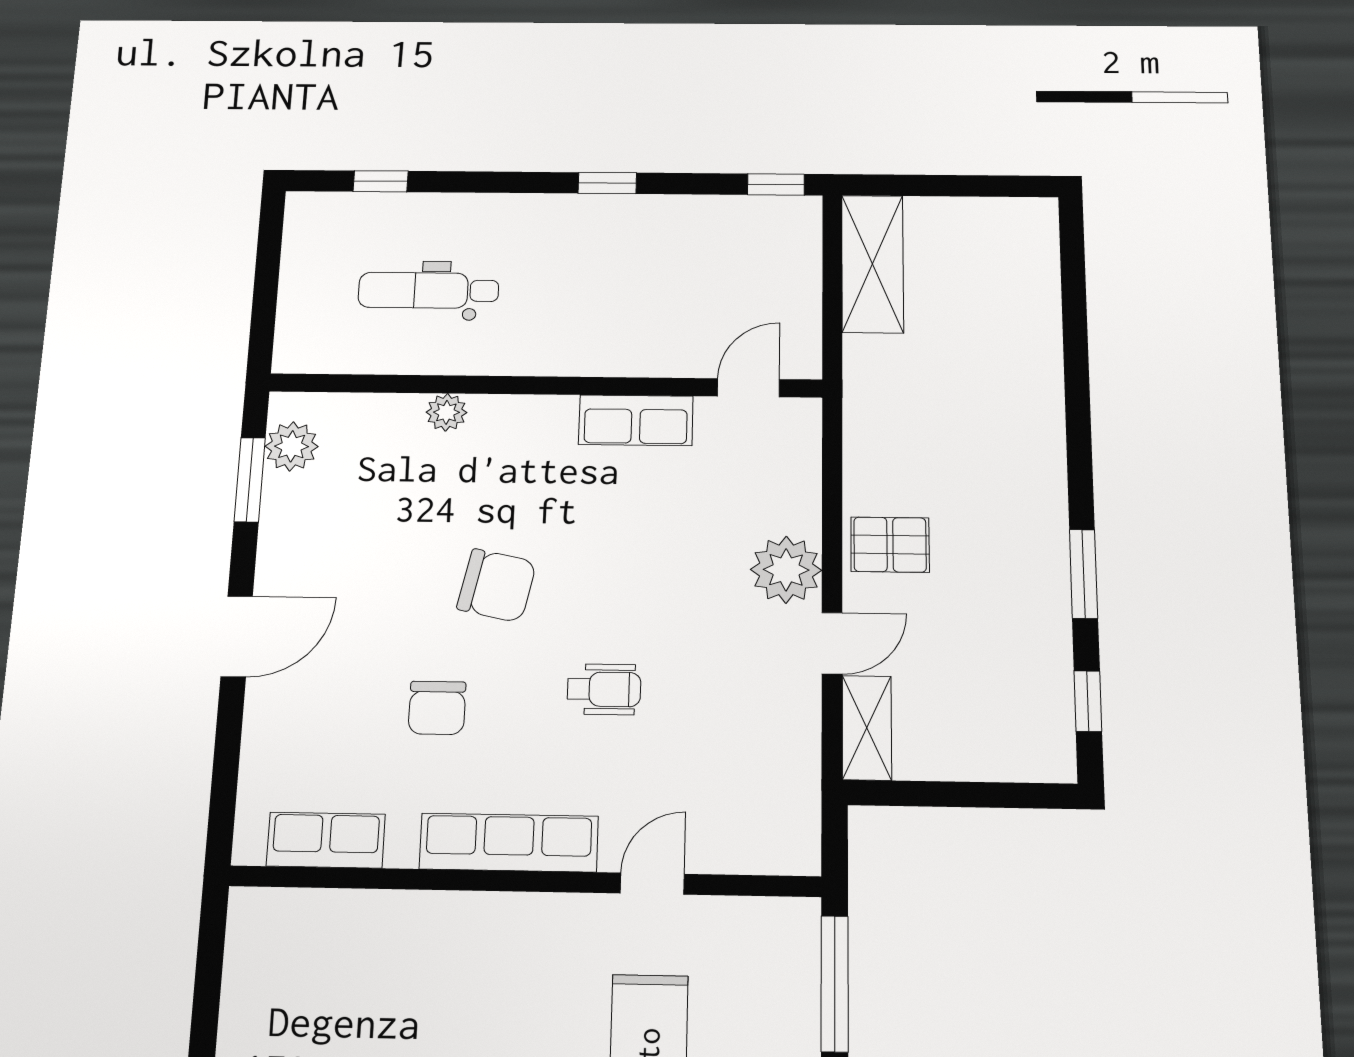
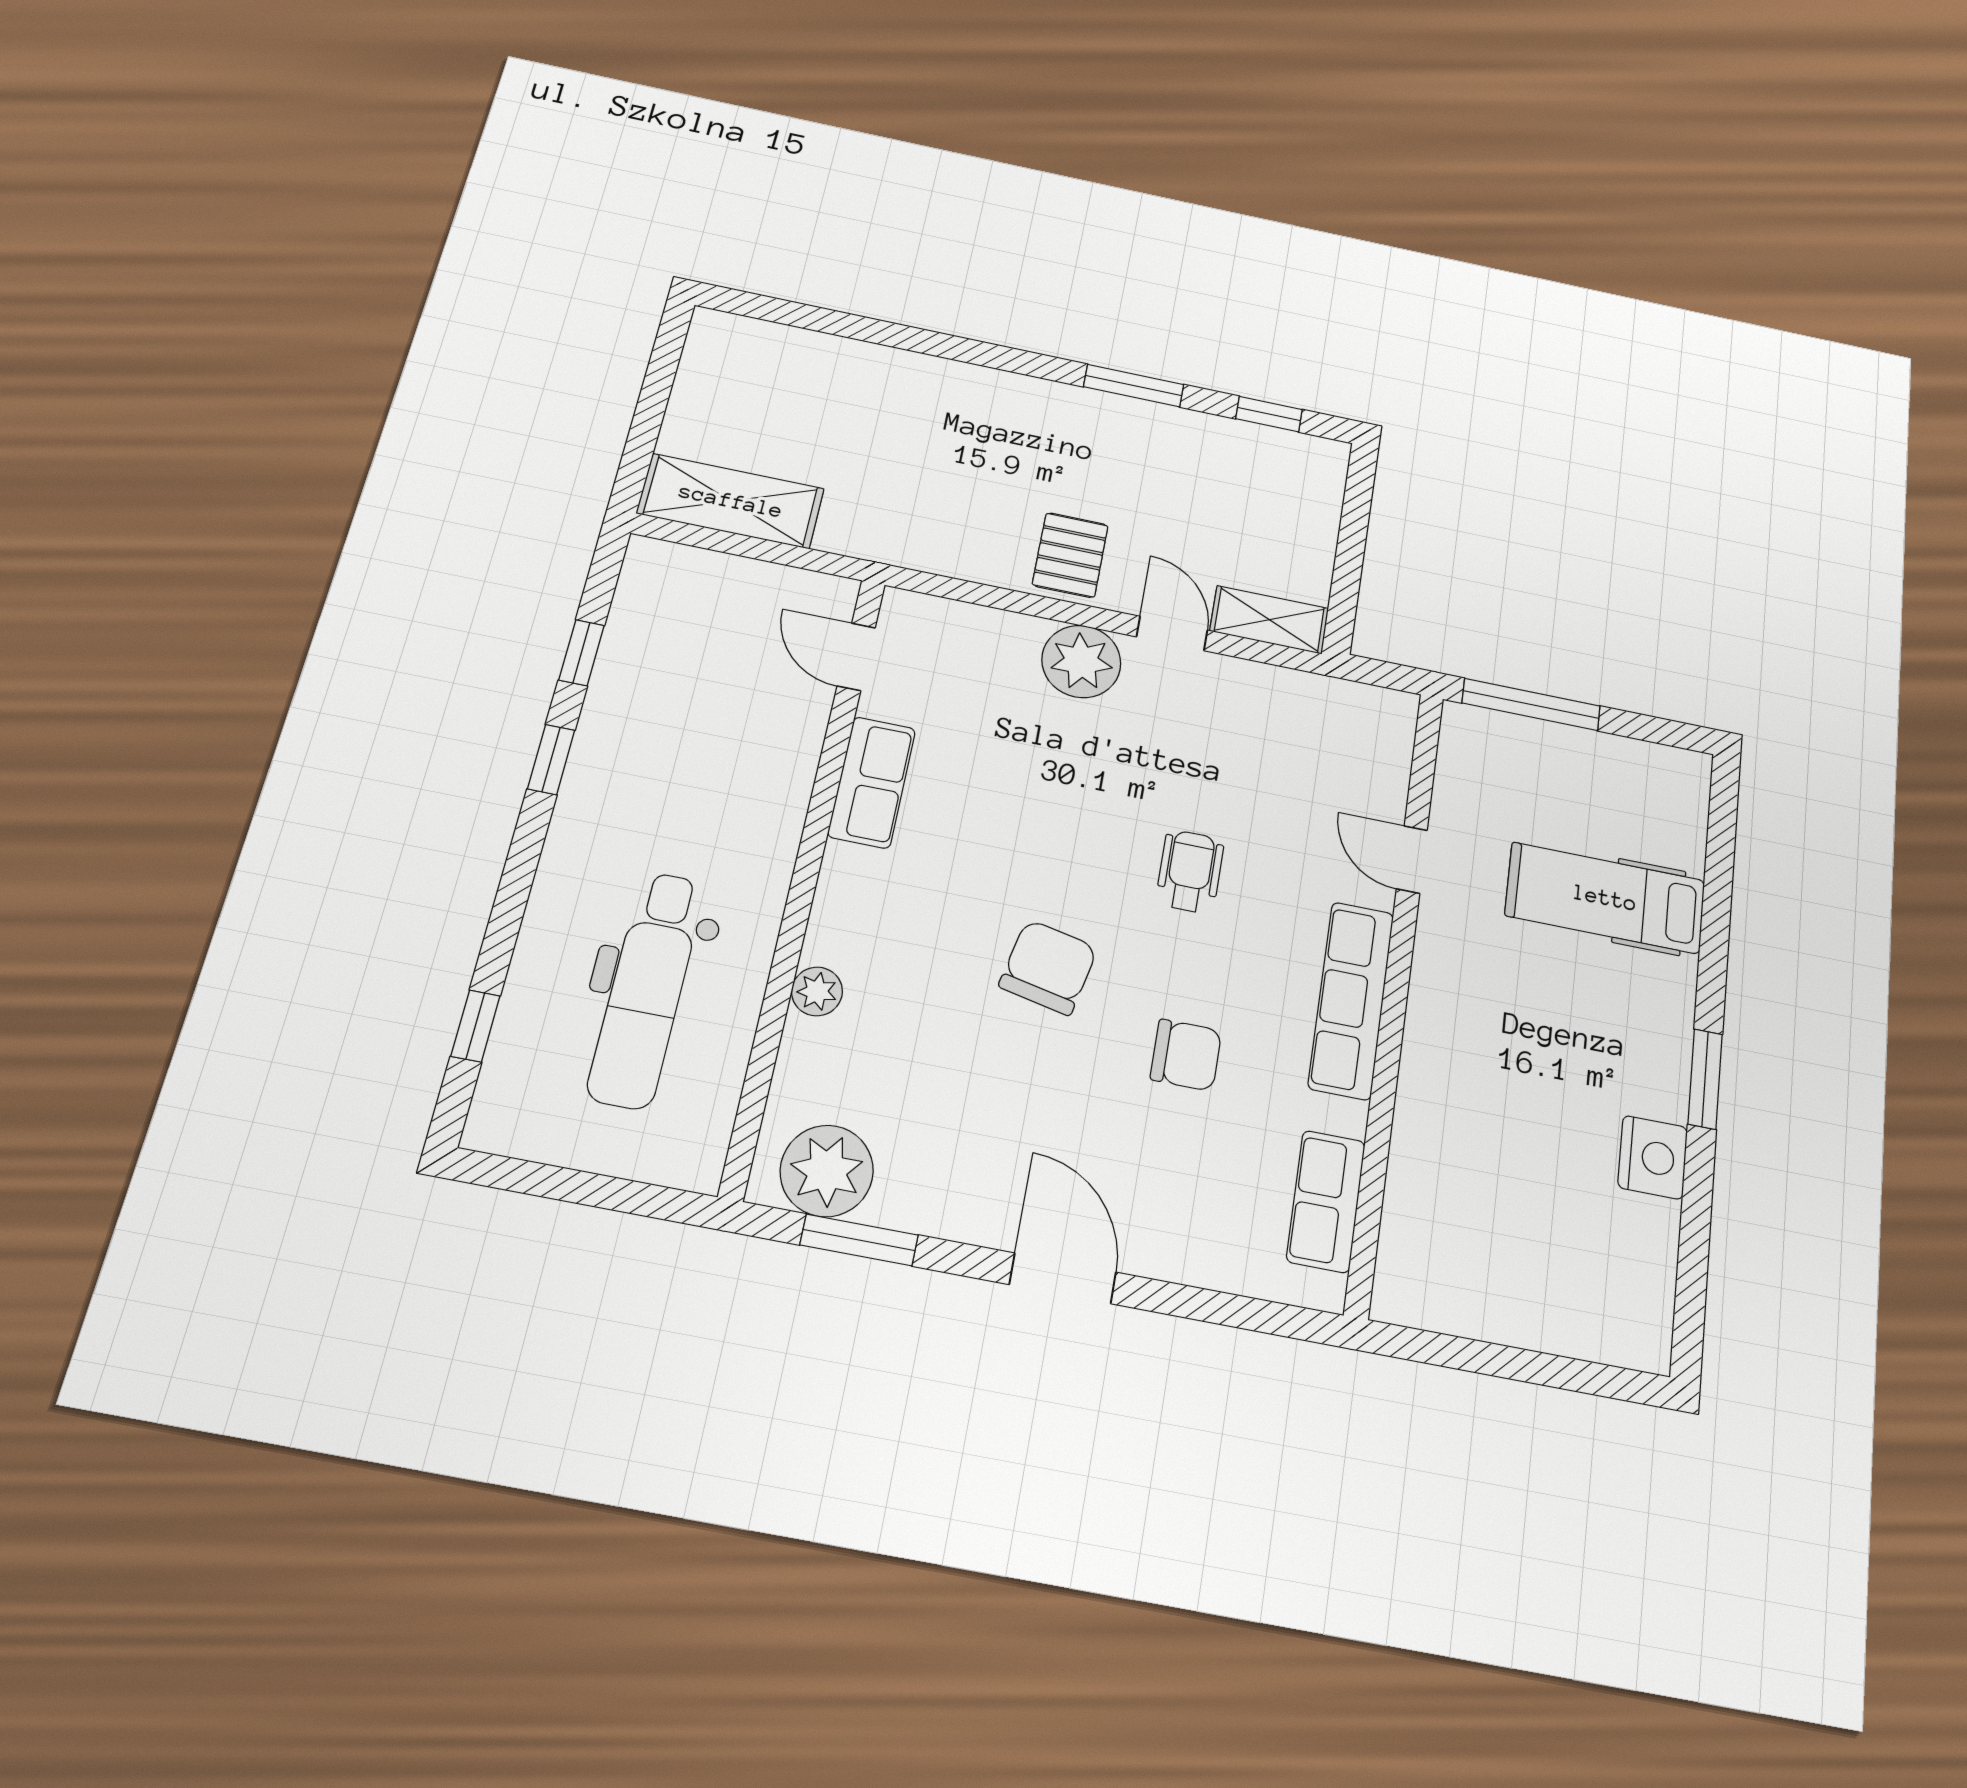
window: (776, 184) -> (581, 653), moved
dental chair: (428, 290) -> (647, 989), width x1.36, depth x1.38
plant: (292, 446) -> (827, 1171), width x1.36, depth x1.36

